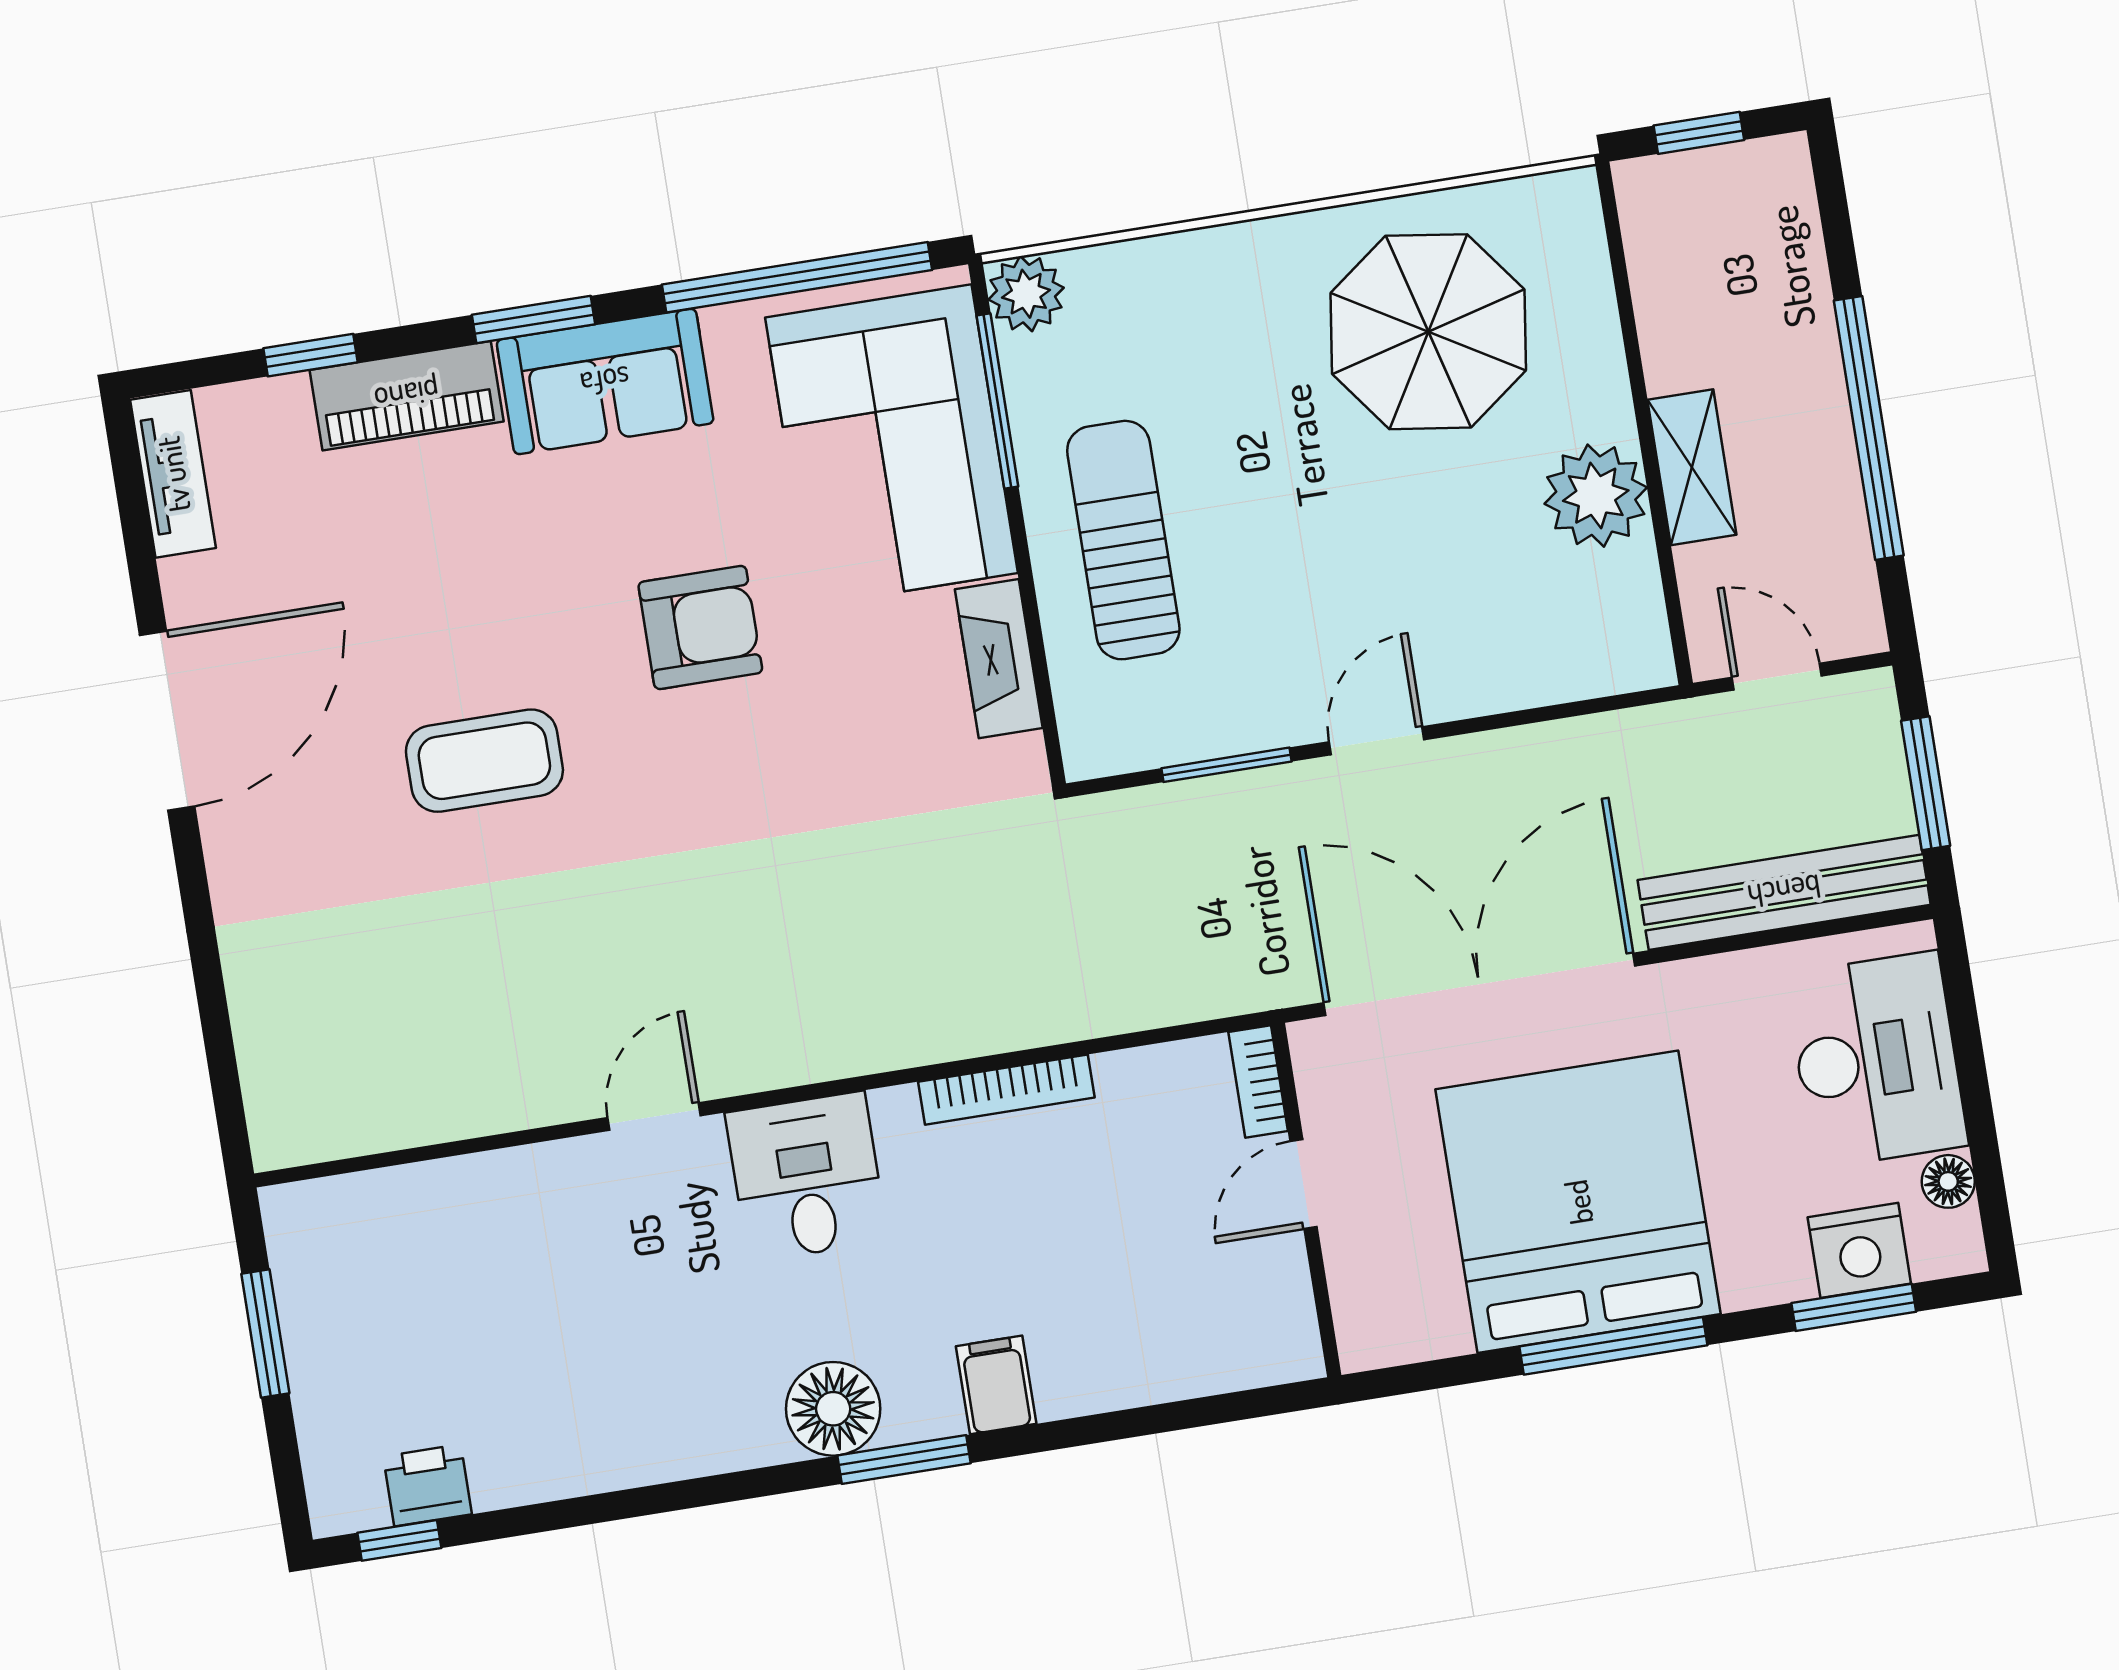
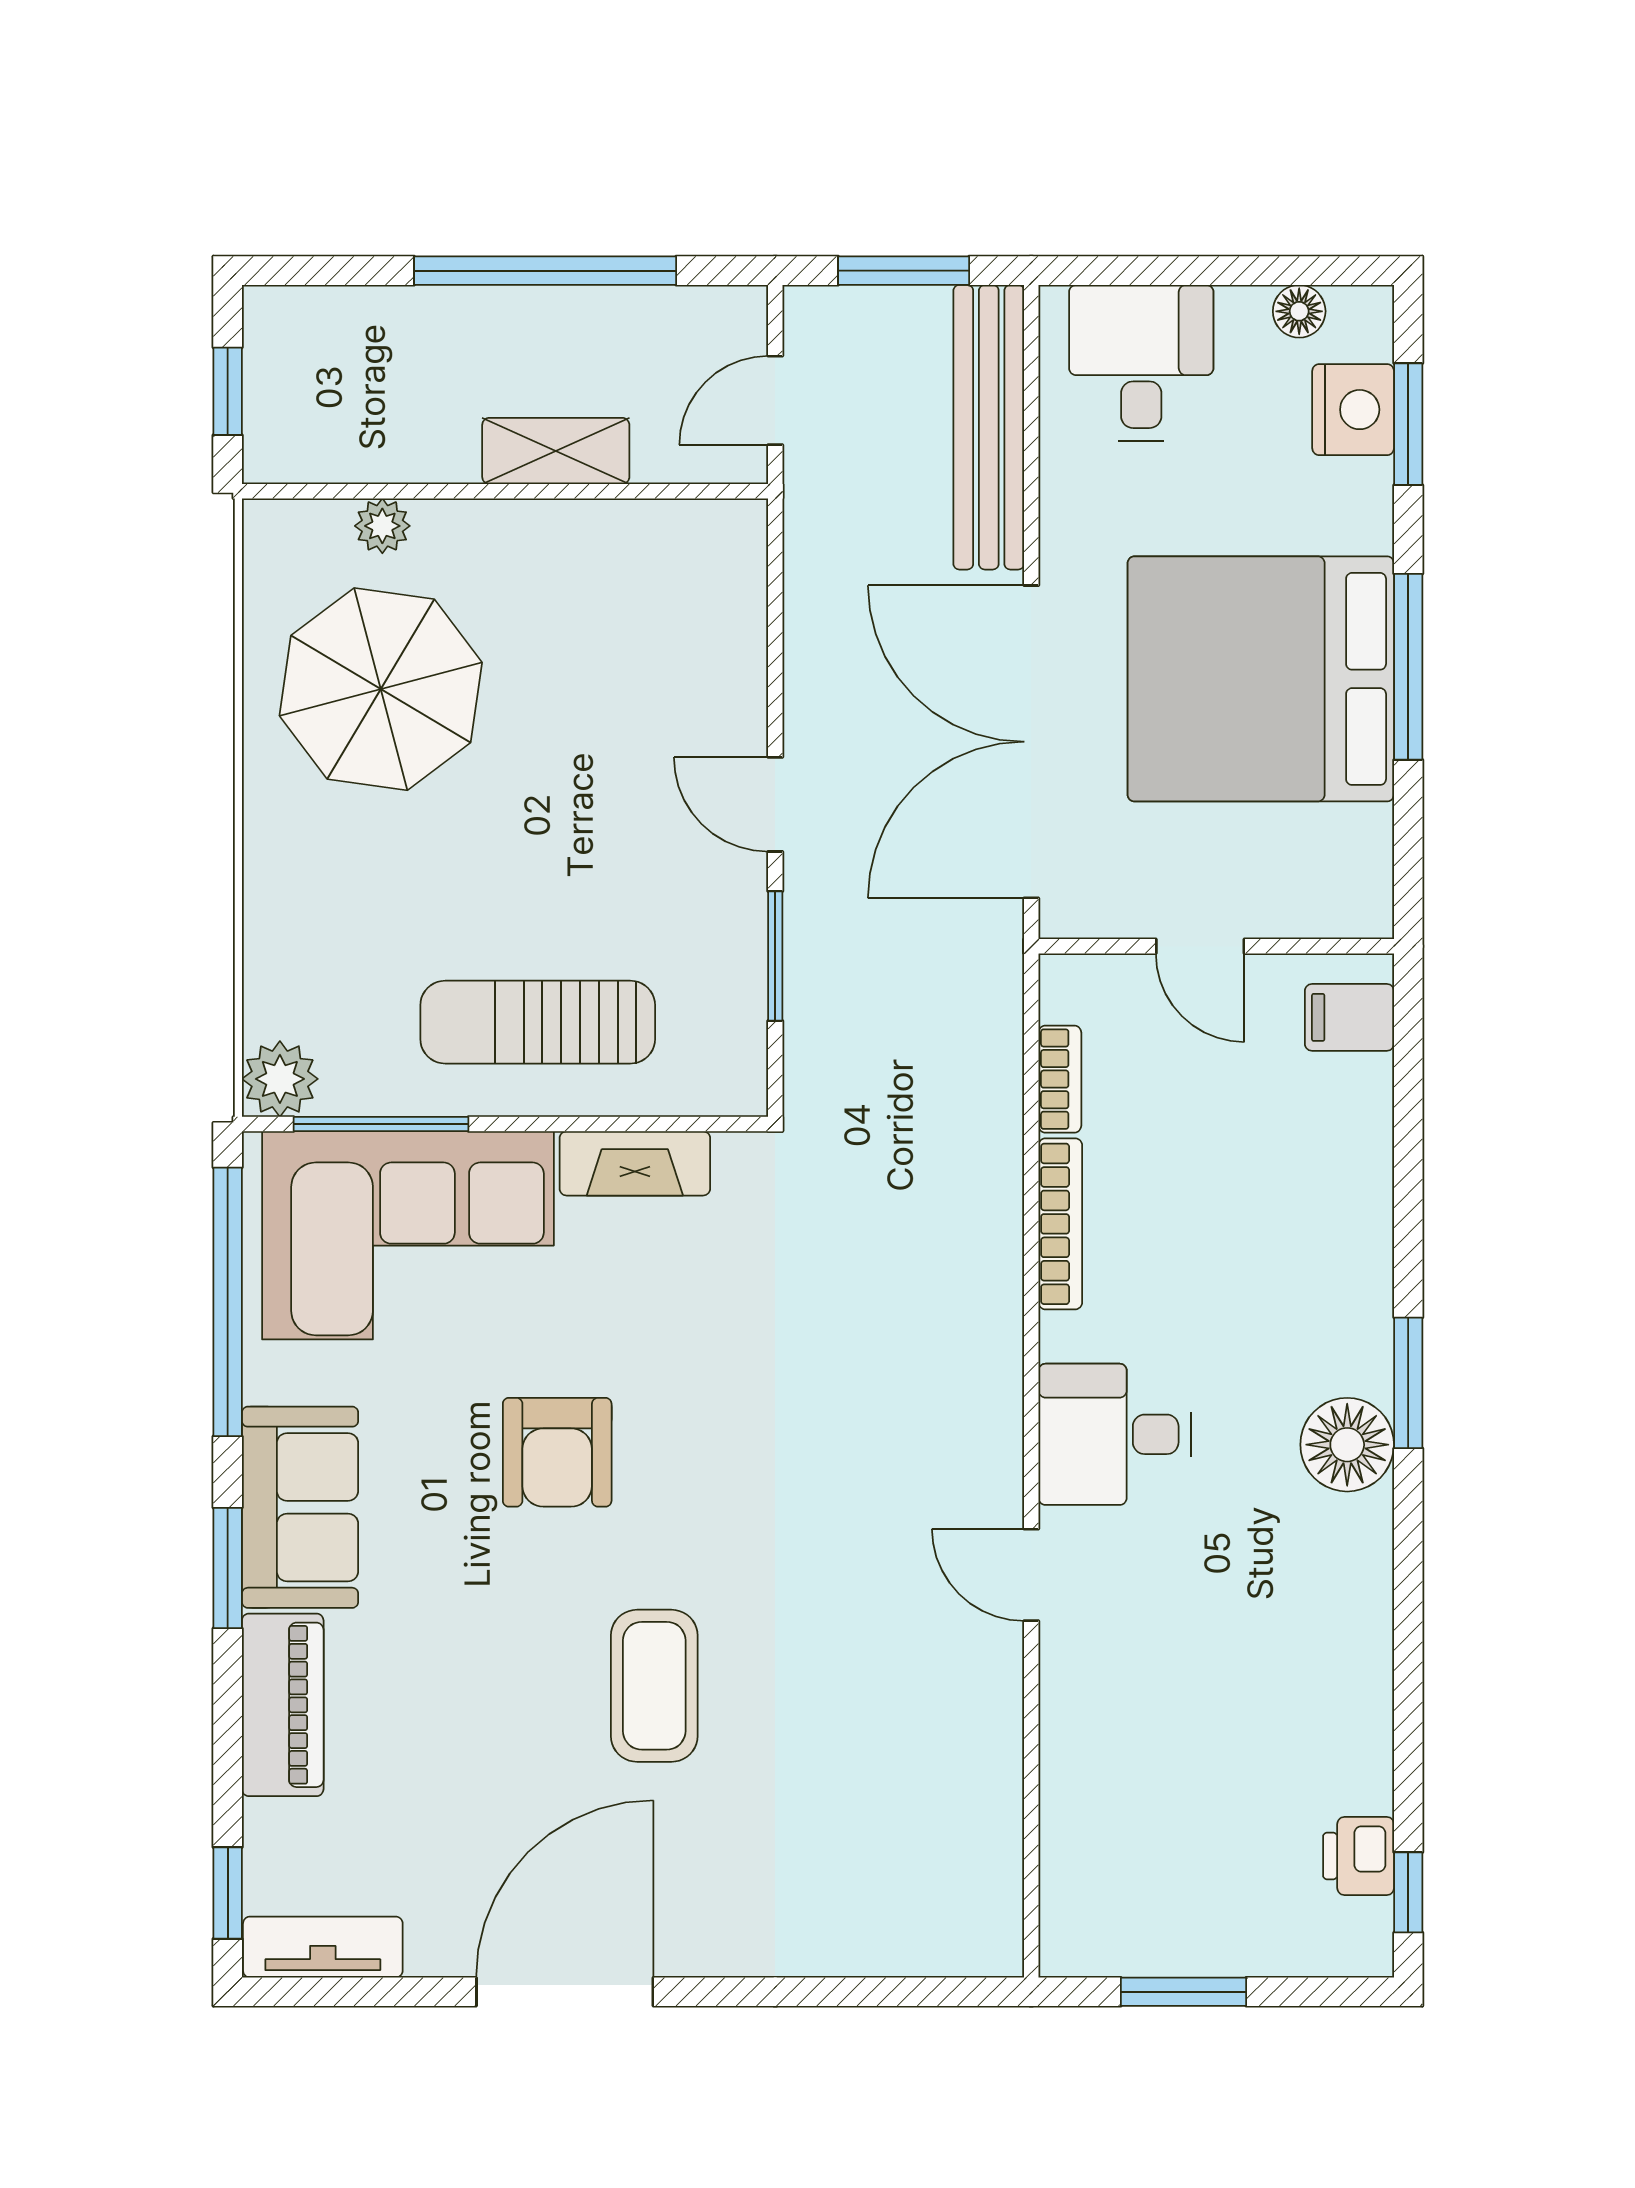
window: (311, 355) -> (228, 1893), moved
plant: (1596, 496) -> (382, 526), moved, width x0.53, depth x0.53
armchair: (700, 627) -> (557, 1452), turned 180
door: (167, 721) -> (565, 1992), hinge flipped
desk: (1876, 1060) -> (1141, 363), width x0.73
bookcase: (1258, 1081) -> (1060, 1079), moved, turned -90
filing cabinet: (996, 1385) -> (1349, 1017), moved

